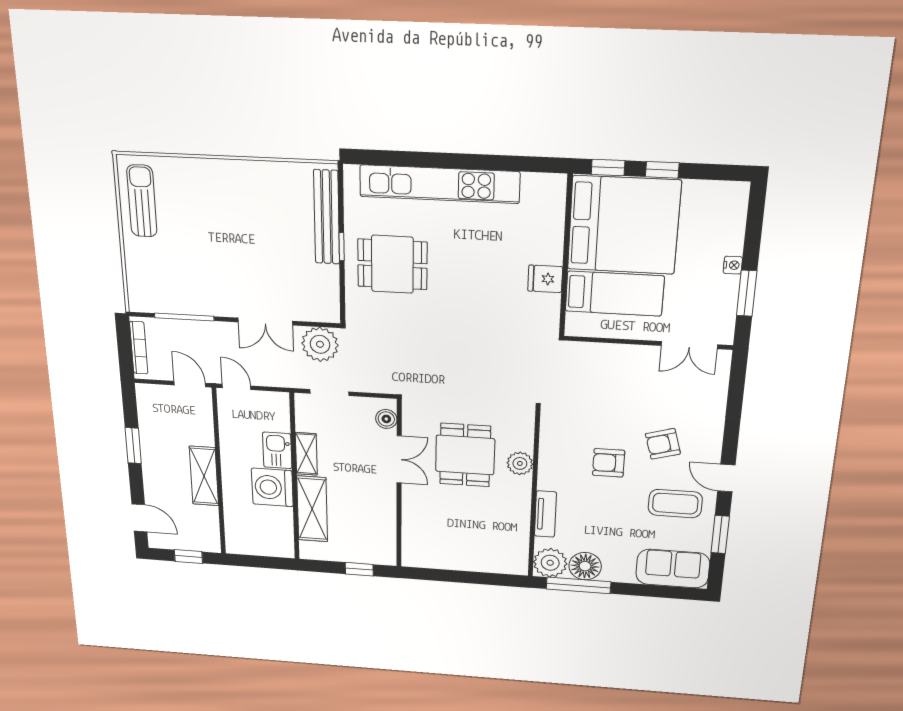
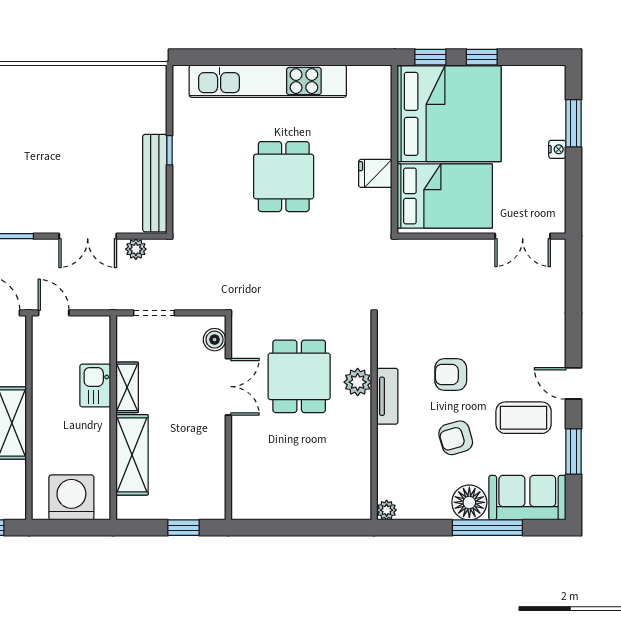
bench: (327, 217) -> (155, 183), moved
dining table: (392, 264) -> (284, 177), moved, turned 90
window: (747, 293) -> (574, 123), moved
bed: (615, 294) -> (445, 196), width x1.50
plant: (320, 344) -> (136, 249), width x0.53, depth x0.53
armchair: (663, 444) -> (456, 438), moved
washing machine: (272, 487) -> (71, 497), moved, turned 90
tv unit: (545, 514) -> (387, 396), moved
plant: (550, 563) -> (387, 510), width x0.53, depth x0.53
floor lamp: (585, 566) -> (469, 502), moved
window: (578, 585) -> (487, 528), moved

